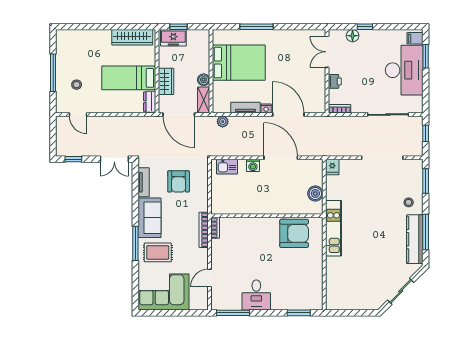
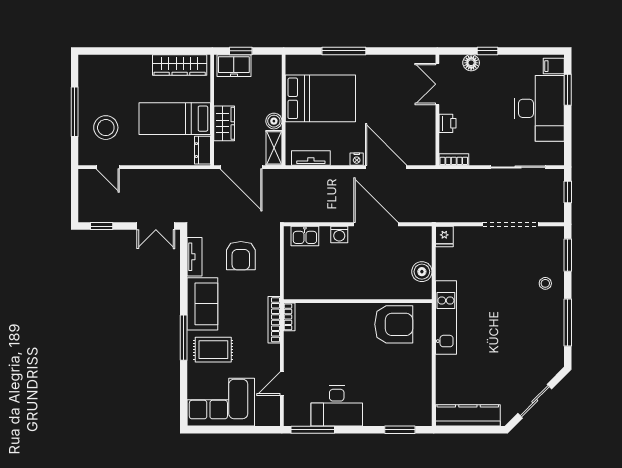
stool: (77, 85) -> (106, 128), width x1.89, depth x1.89
tv unit: (245, 108) -> (311, 158), moved
plant: (223, 122) -> (299, 176), removed
kitchen counter: (415, 239) -> (468, 415), moved, turned 90
desk: (256, 295) -> (337, 406), width x1.37

